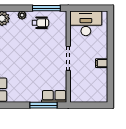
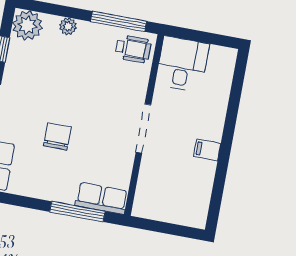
wheelchair: (40, 23) -> (133, 49), moved
desk: (86, 23) -> (182, 64), width x0.73
chair: (27, 70) -> (57, 137), added

